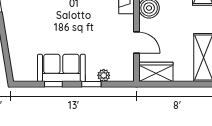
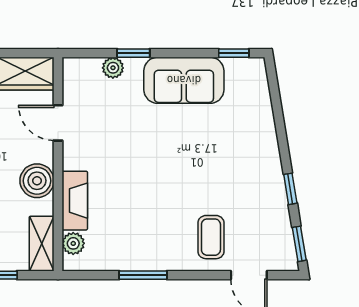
window: (53, 84) -> (234, 53), moved

